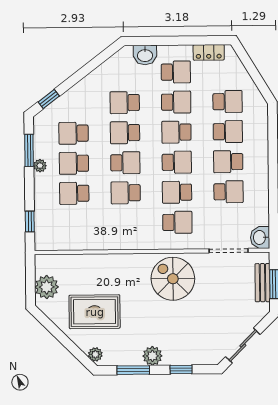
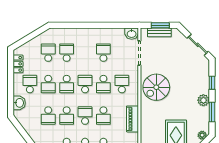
school desk: (176, 102) -> (48, 84), turned 180
school desk: (228, 162) -> (85, 53), removed
piano: (121, 240) -> (133, 119), added

